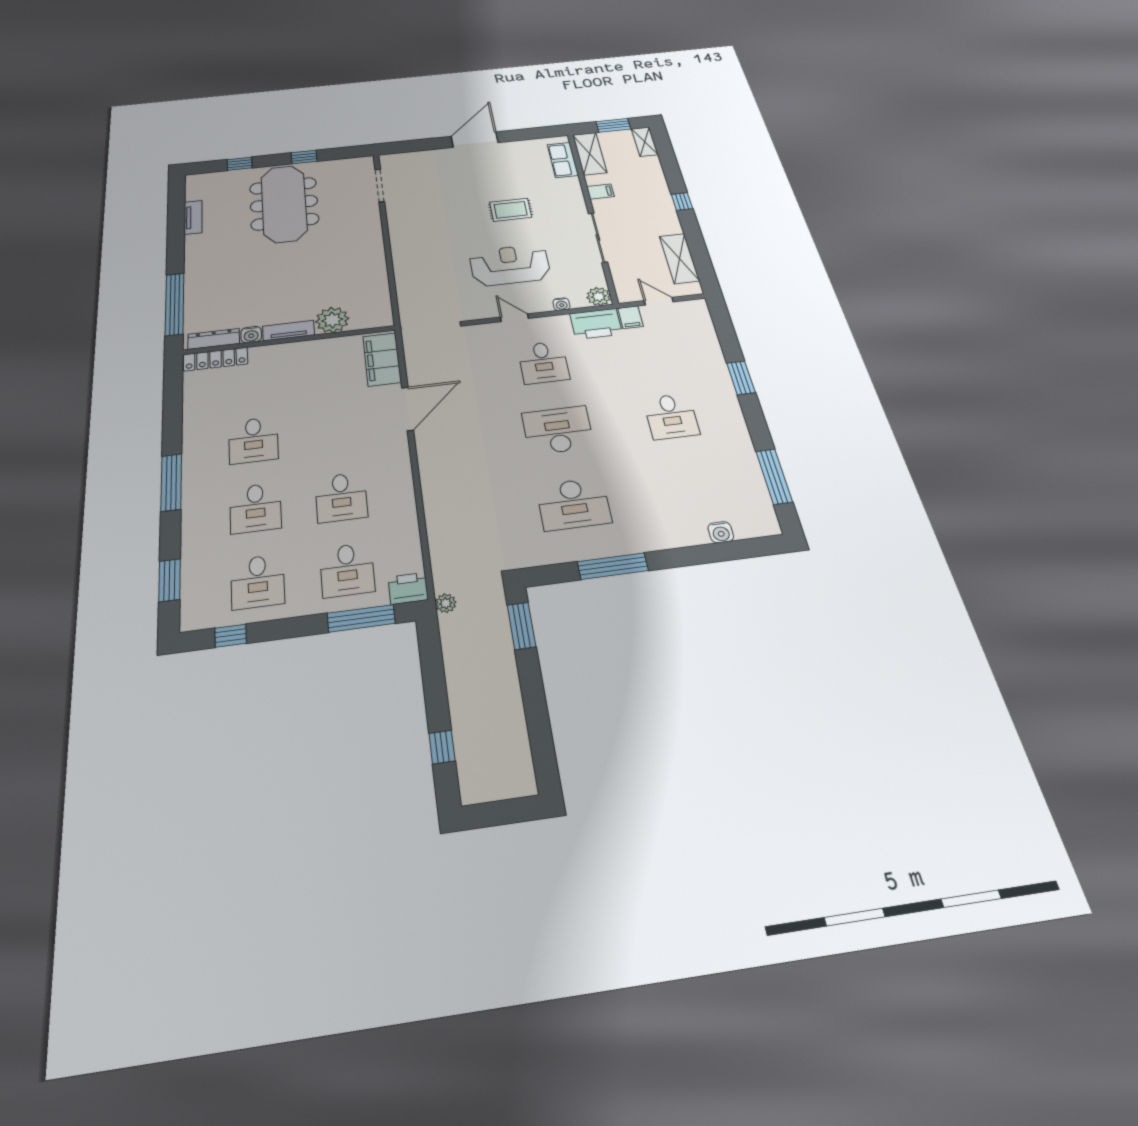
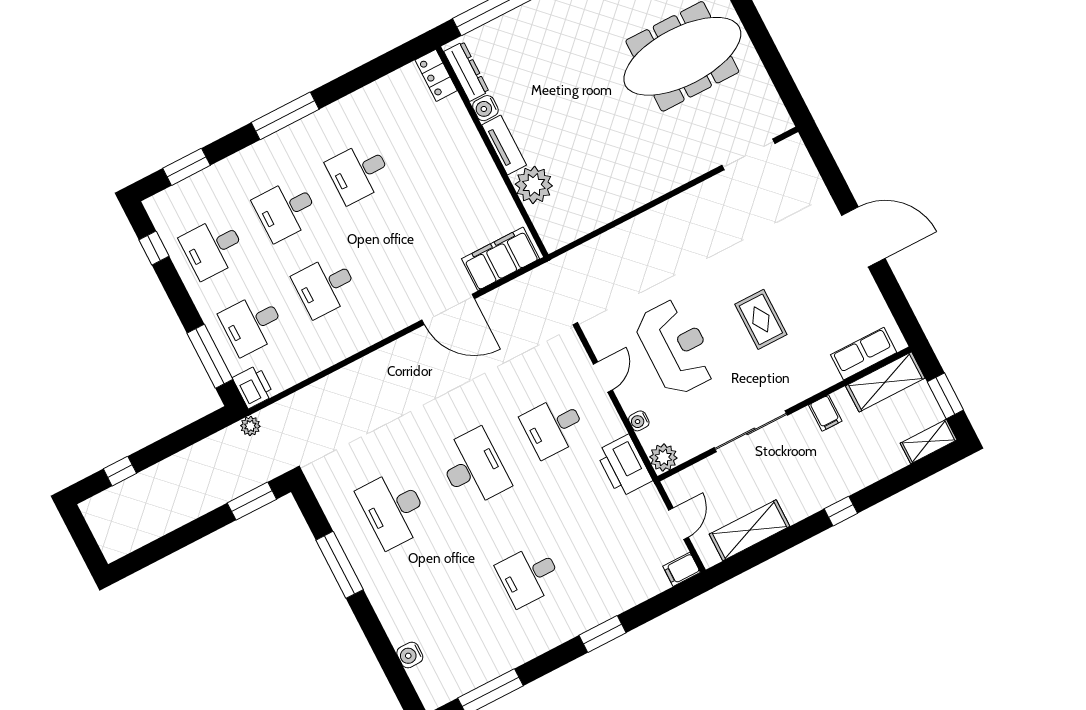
window: (304, 157) -> (765, 46), removed
filing cabinet: (630, 317) -> (682, 569), moved
locker: (216, 359) -> (436, 75), width x0.66

